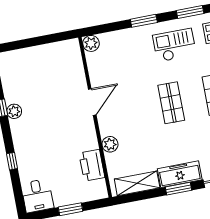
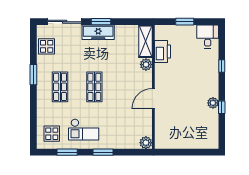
shelving: (137, 183) -> (145, 41), moved, turned 90

